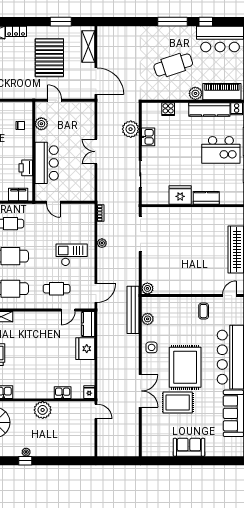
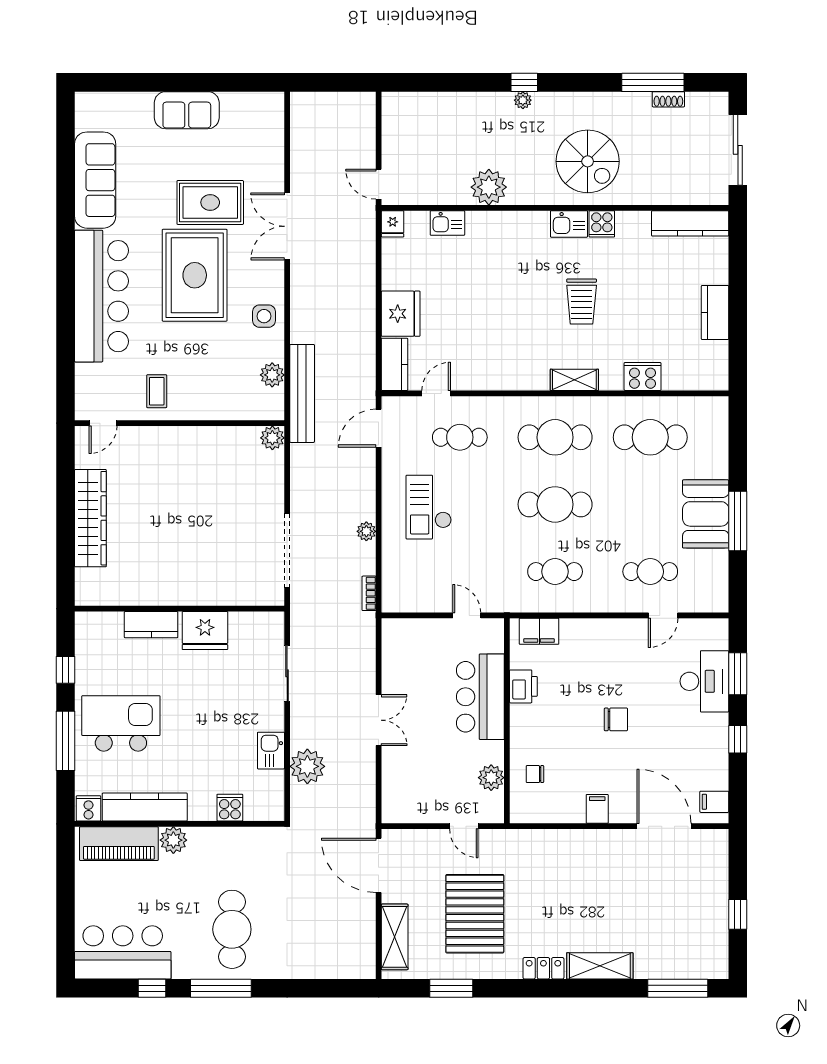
cafe table: (173, 65) -> (232, 929), moved, turned -72
checkout: (72, 255) -> (429, 507), turned 90

